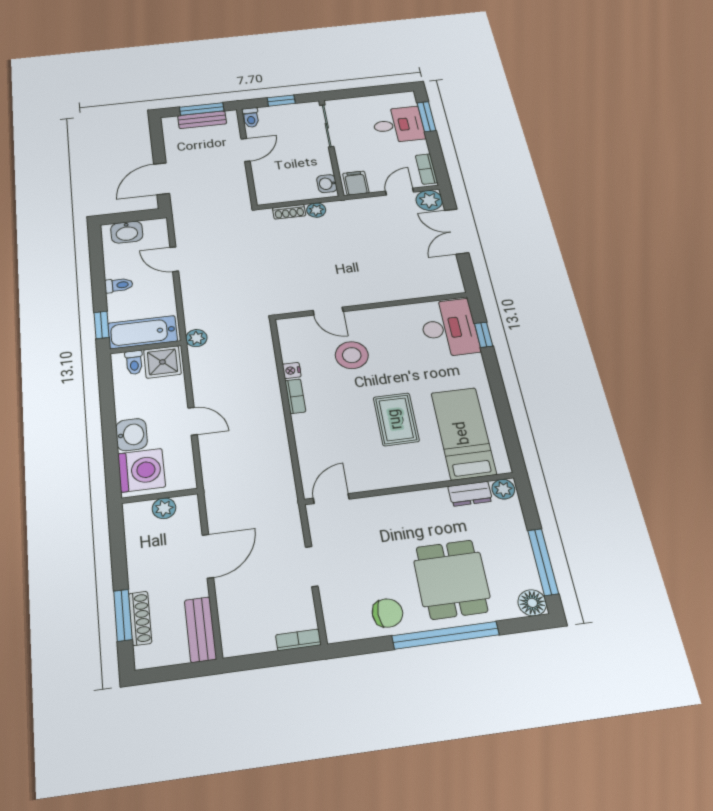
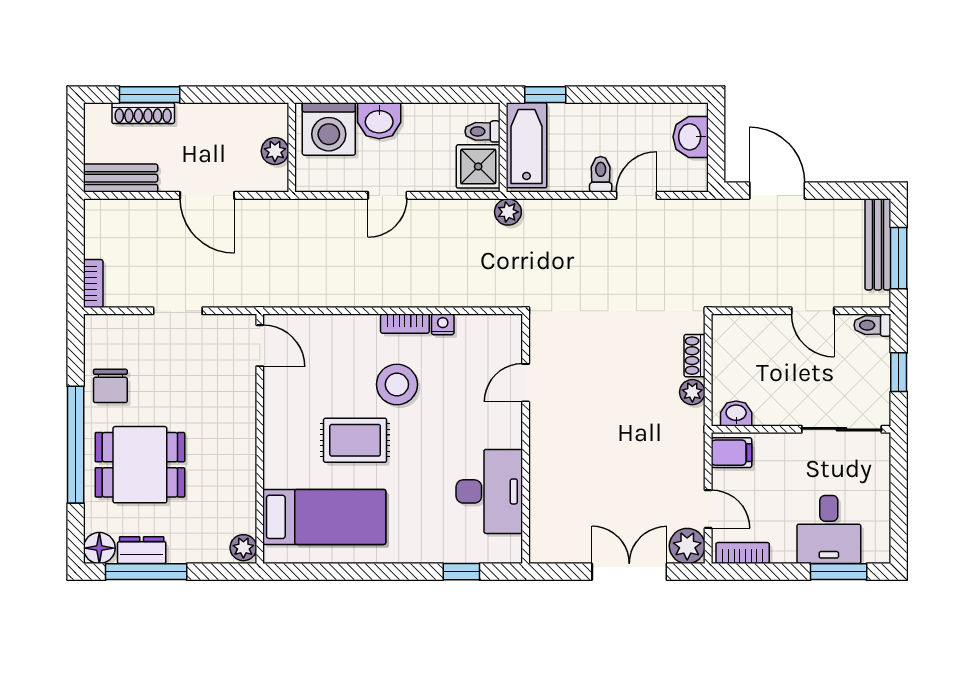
bench: (202, 120) -> (878, 244), width x1.36
toilet: (119, 285) -> (601, 174), moved, turned 180
desk: (449, 328) -> (489, 491), moved, turned -90
stool: (352, 355) -> (397, 384), moved
dresser: (470, 494) -> (142, 550), moved, turned 90

